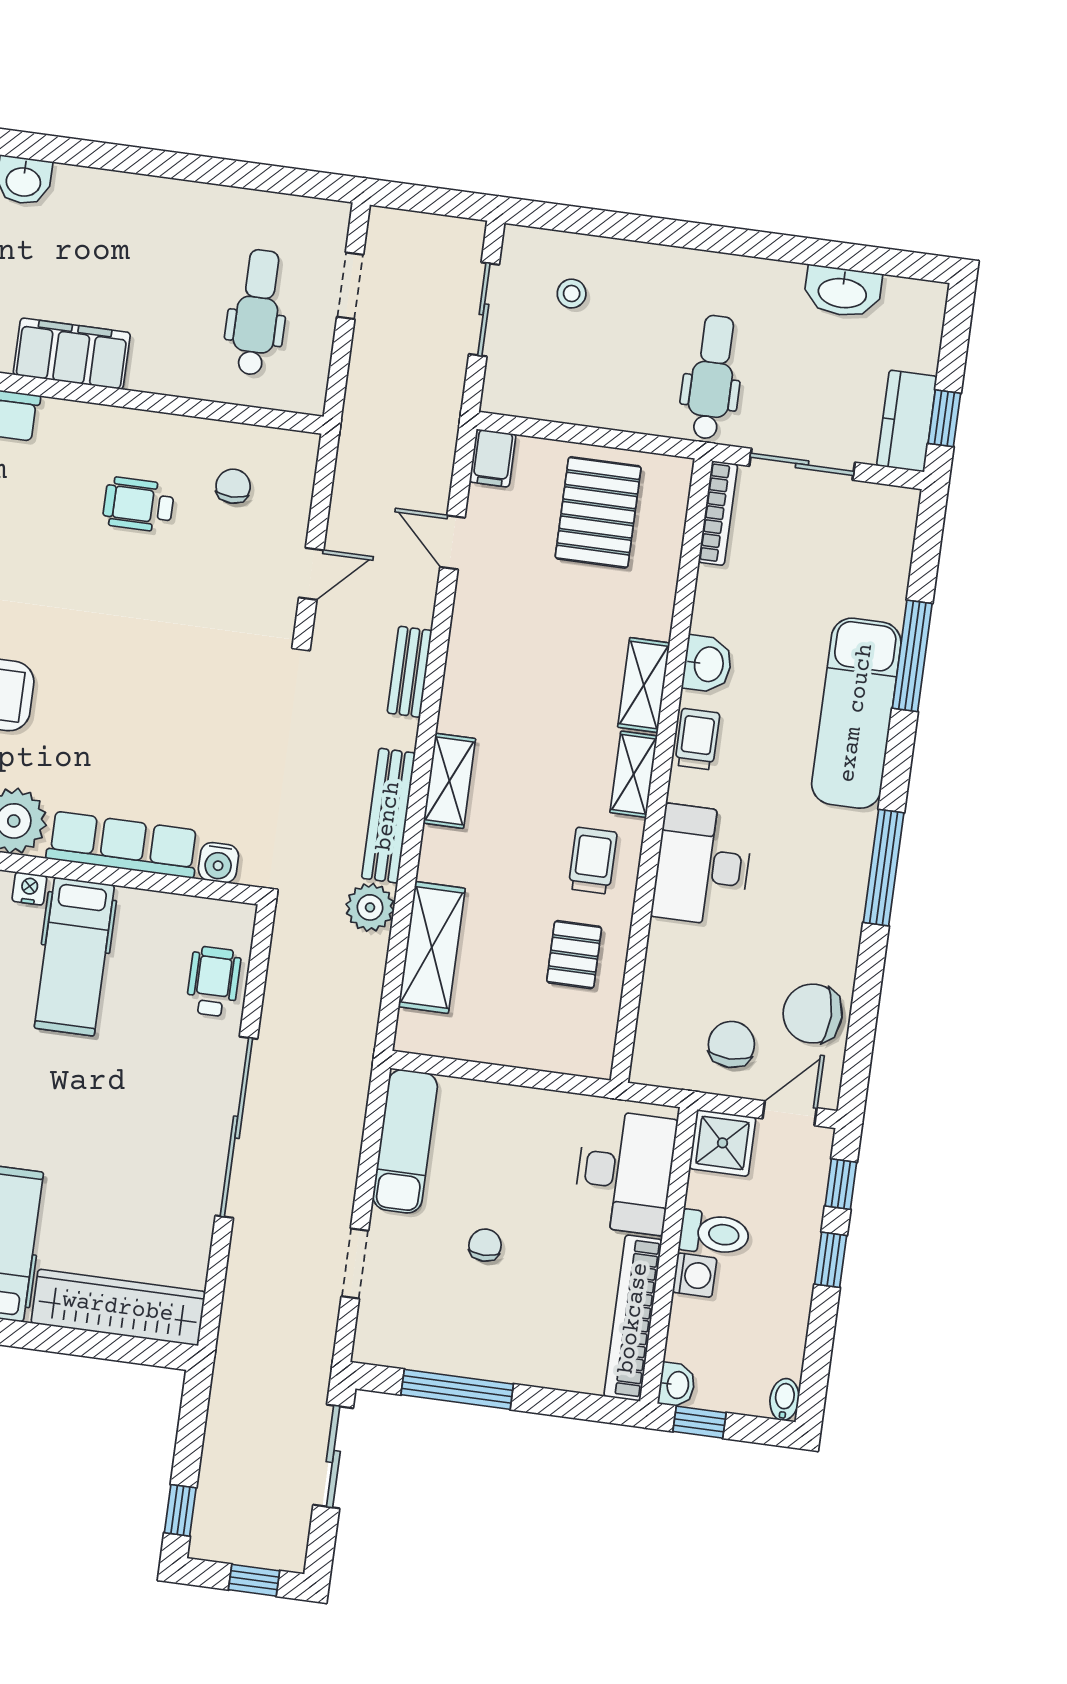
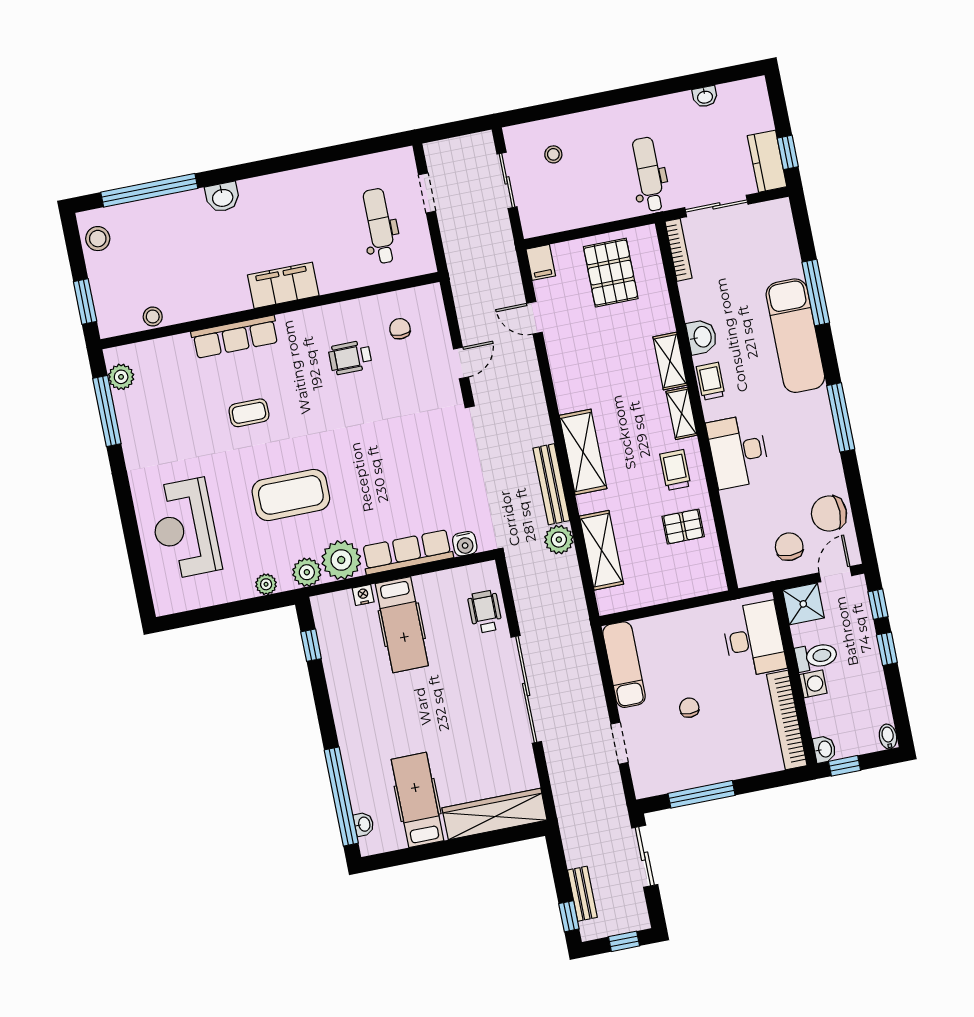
washbasin: (843, 292) -> (705, 97), width x0.52, depth x0.69
bench: (410, 672) -> (582, 894), moved
shelving: (449, 781) -> (583, 452), width x1.50, depth x1.33
pallet: (574, 955) -> (683, 527), turned 90

